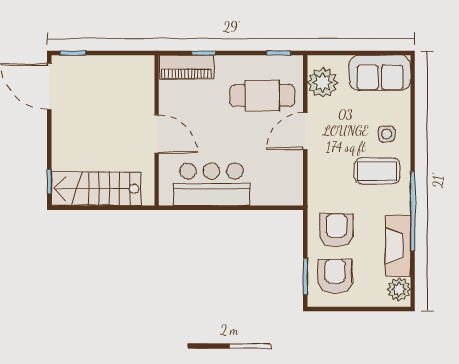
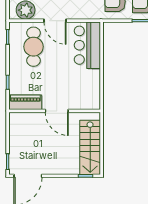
piano: (186, 67) -> (25, 102), moved, turned -90
door: (157, 134) -> (57, 111), swing flipped
bar counter: (211, 184) -> (87, 45), moved

